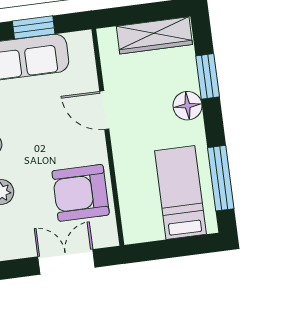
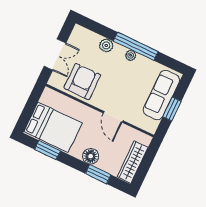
door: (104, 110) -> (113, 117), swing flipped
window: (221, 178) -> (48, 150), width x0.69
bed: (180, 192) -> (53, 127), width x1.50

